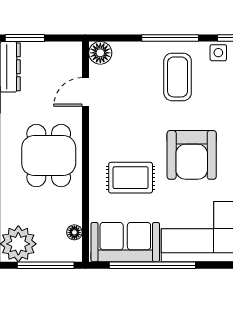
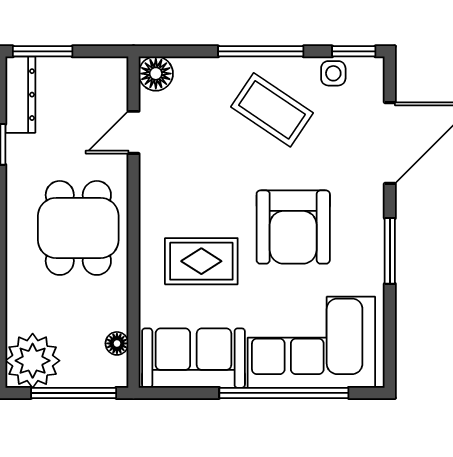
coffee table: (178, 77) -> (272, 110), turned -56
window: (152, 265) -> (284, 393), moved

